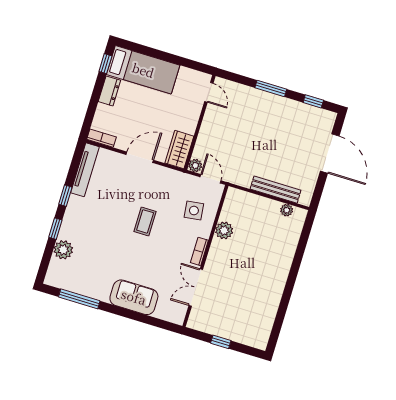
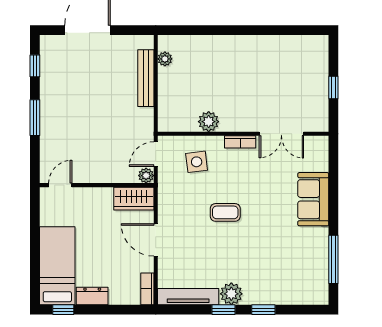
plant: (63, 250) -> (231, 294), moved

